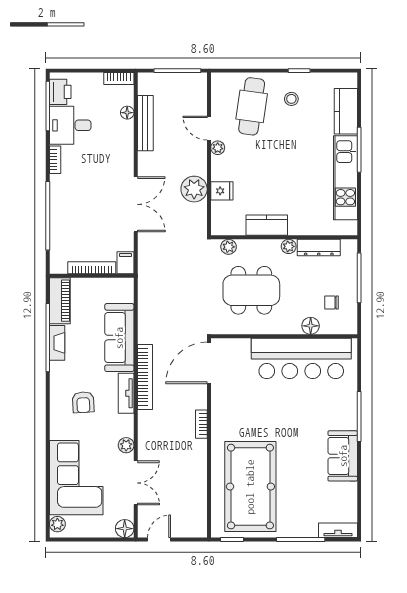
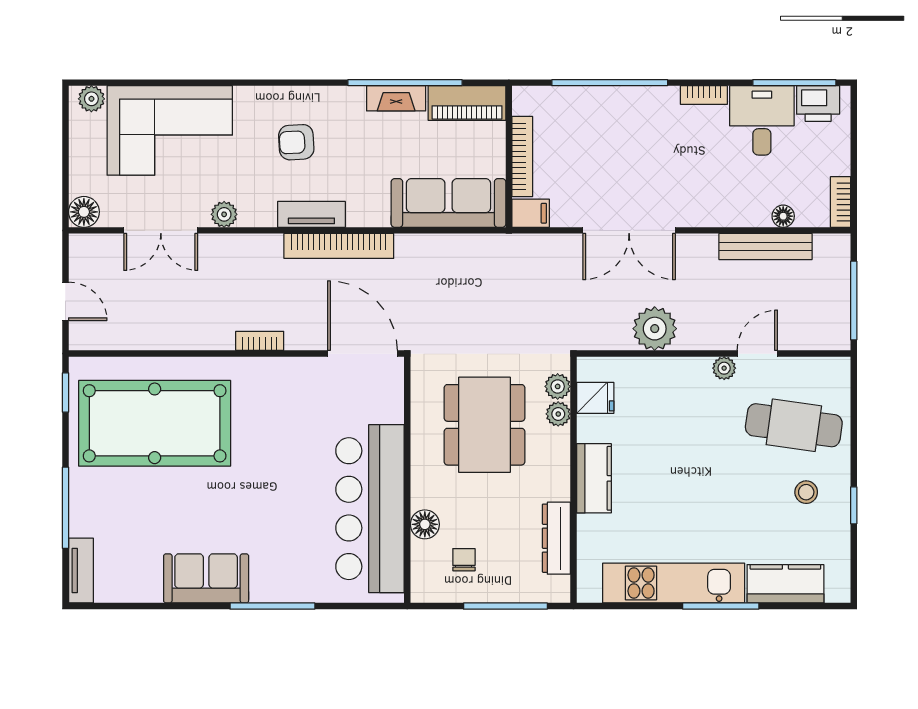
fridge: (222, 191) -> (595, 398), moved, turned -90
kitchen counter: (267, 225) -> (594, 478), moved
plant: (289, 246) -> (558, 414), moved
sofa: (119, 338) -> (449, 203), moved
door: (159, 540) -> (65, 301), moved

